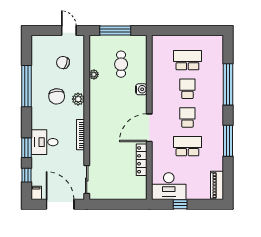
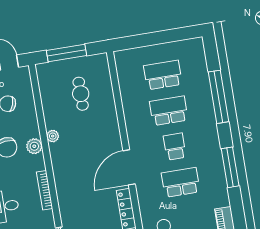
plant: (94, 74) -> (53, 136), moved
water cooler: (141, 89) -> (111, 121), removed
school desk: (187, 89) -> (169, 111), width x1.85

